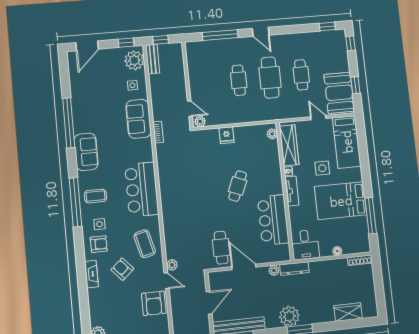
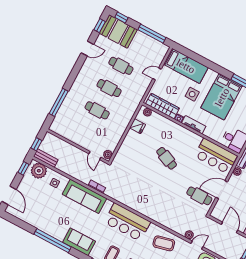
door: (261, 32) -> (87, 49), moved
cafe table: (270, 78) -> (109, 88), width x0.73, depth x0.74
window: (355, 85) -> (152, 34), width x2.17
booth: (339, 93) -> (118, 31), moved
door: (190, 109) -> (95, 155), swing flipped
sofa: (139, 119) -> (84, 196), width x1.36
fridge: (226, 135) -> (138, 126), moved
bar counter: (273, 220) -> (216, 156), moved

